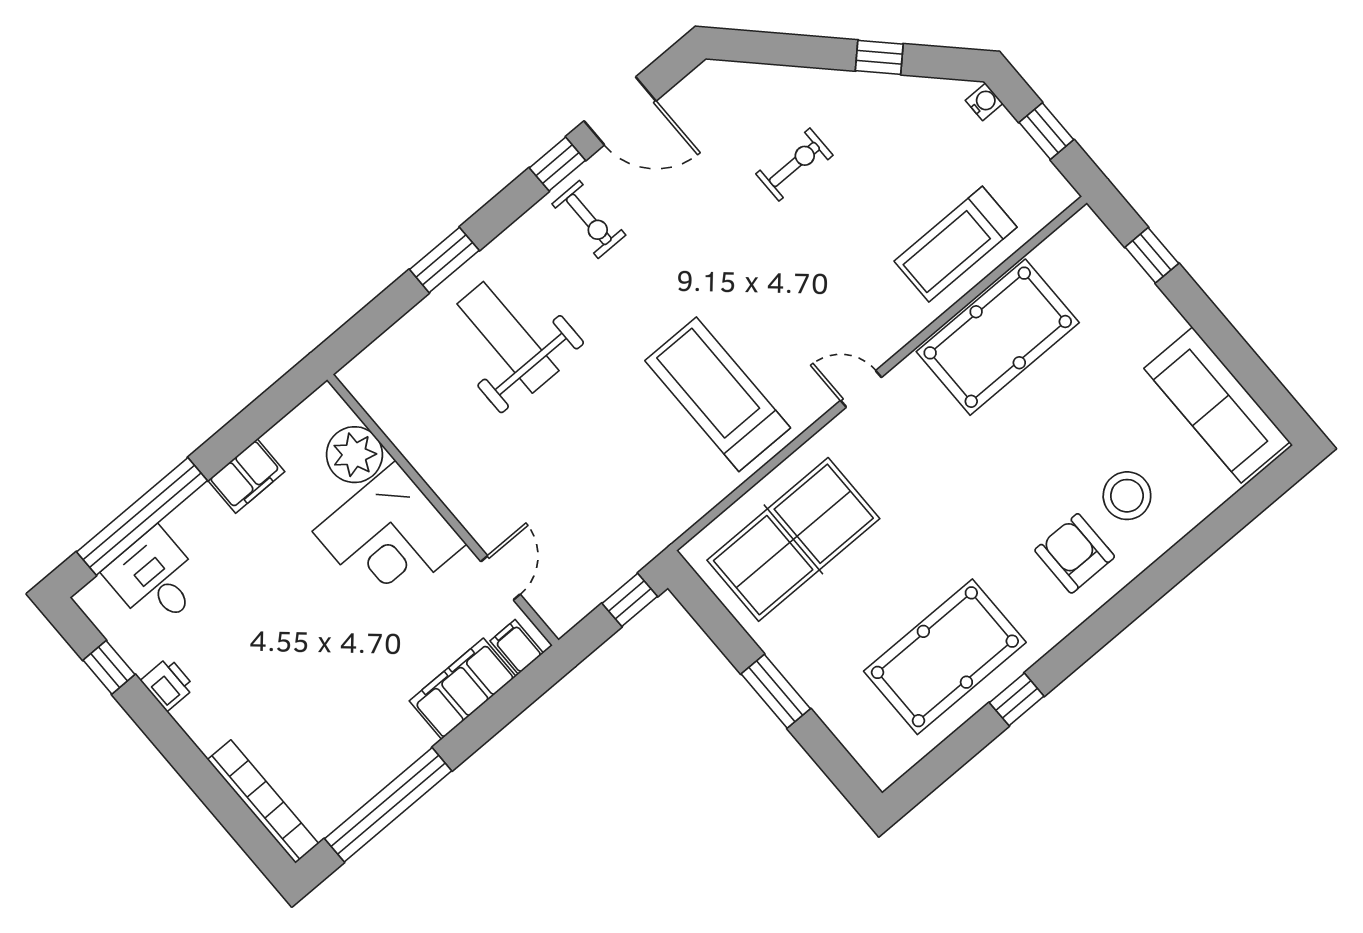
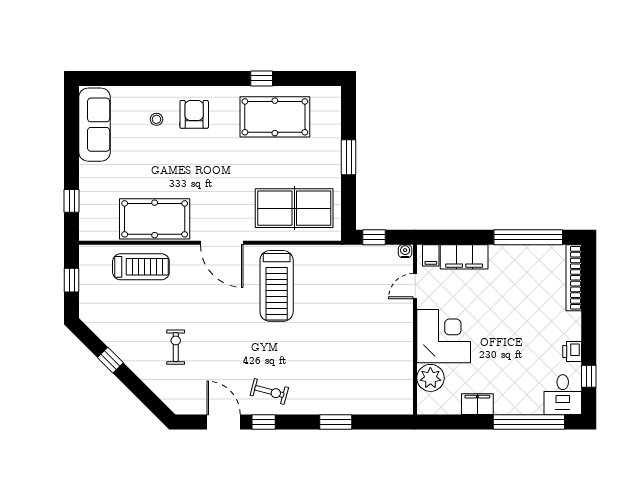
water cooler: (984, 102) -> (405, 251), moved, turned 90
exercise bike: (794, 165) -> (176, 347), turned 90
exercise bike: (589, 219) -> (269, 391), turned 105
weight bench: (508, 337) -> (337, 373), removed
door: (861, 389) -> (222, 243), width x1.88
stool: (1127, 496) -> (157, 119), width x0.53, depth x0.53
armchair: (1075, 553) -> (194, 114), turned 180
desk: (155, 579) -> (563, 395), moved

